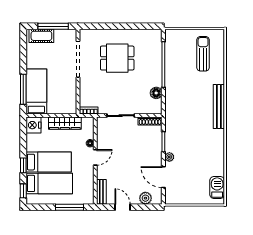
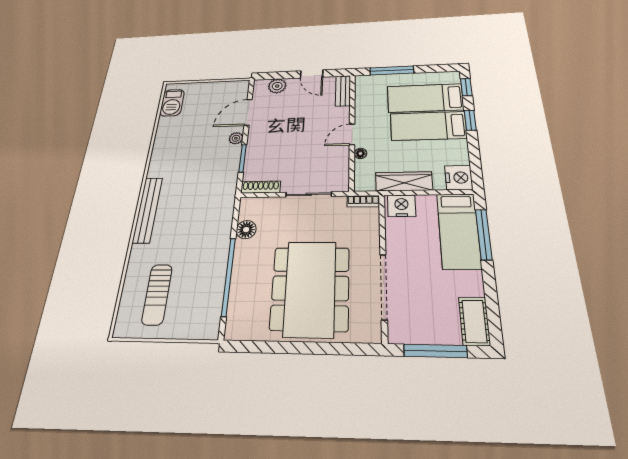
cot: (41, 36) -> (474, 321), moved, turned 90
dining table: (117, 58) -> (310, 288), width x1.88, depth x1.24
nightstand: (67, 107) -> (401, 206), added
door: (163, 177) -> (248, 112), swing flipped

